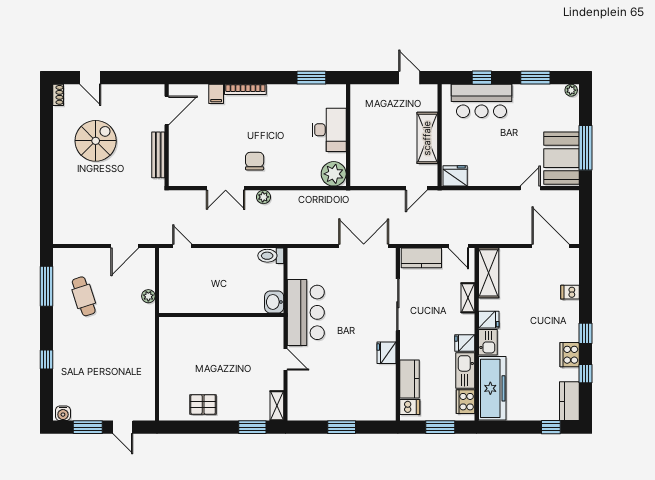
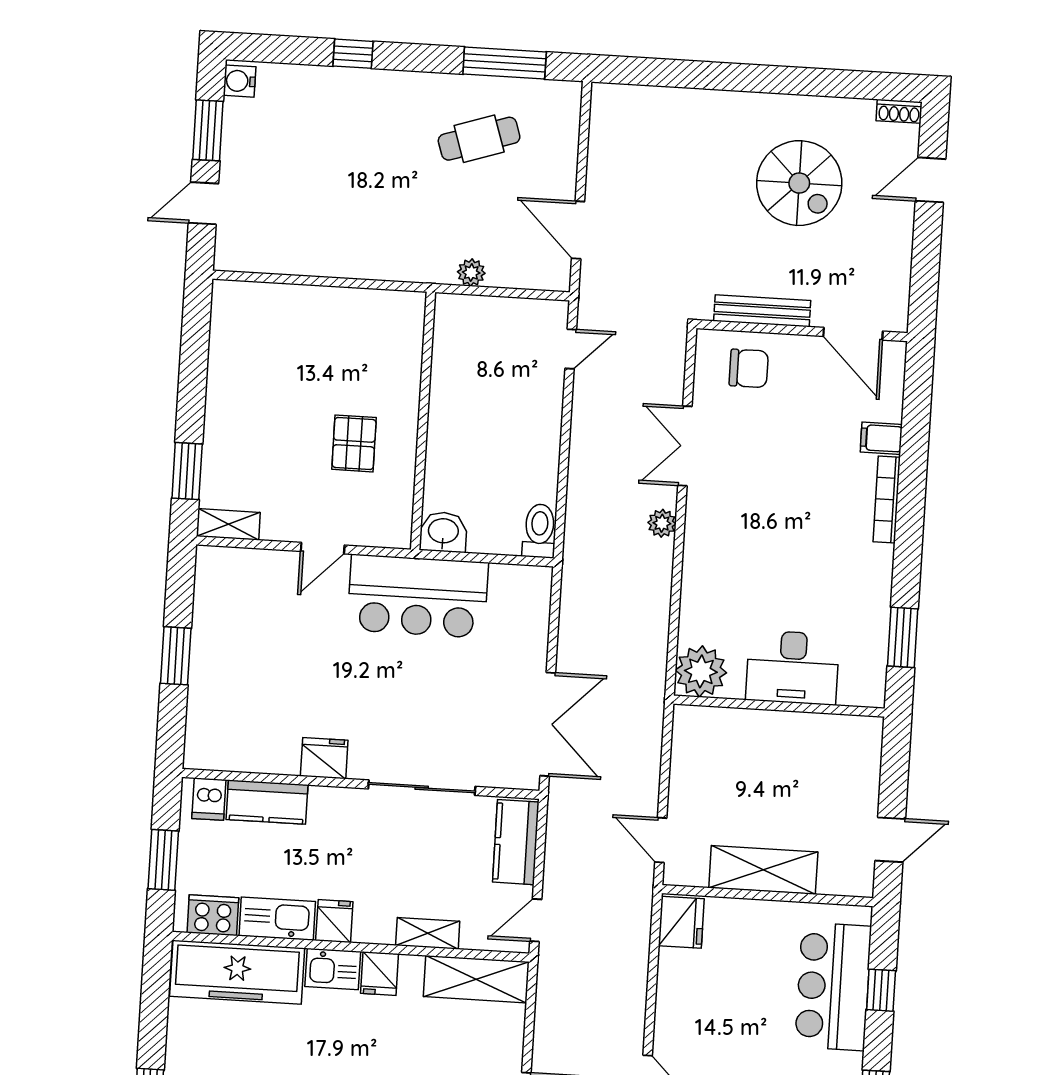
chair: (255, 161) -> (749, 368), moved
pallet: (203, 404) -> (354, 443), moved

